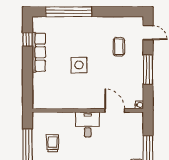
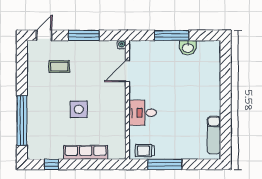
row of seats: (39, 52) -> (86, 152), moved
desk: (88, 125) -> (143, 113), moved
trolley: (53, 143) -> (145, 151), moved

